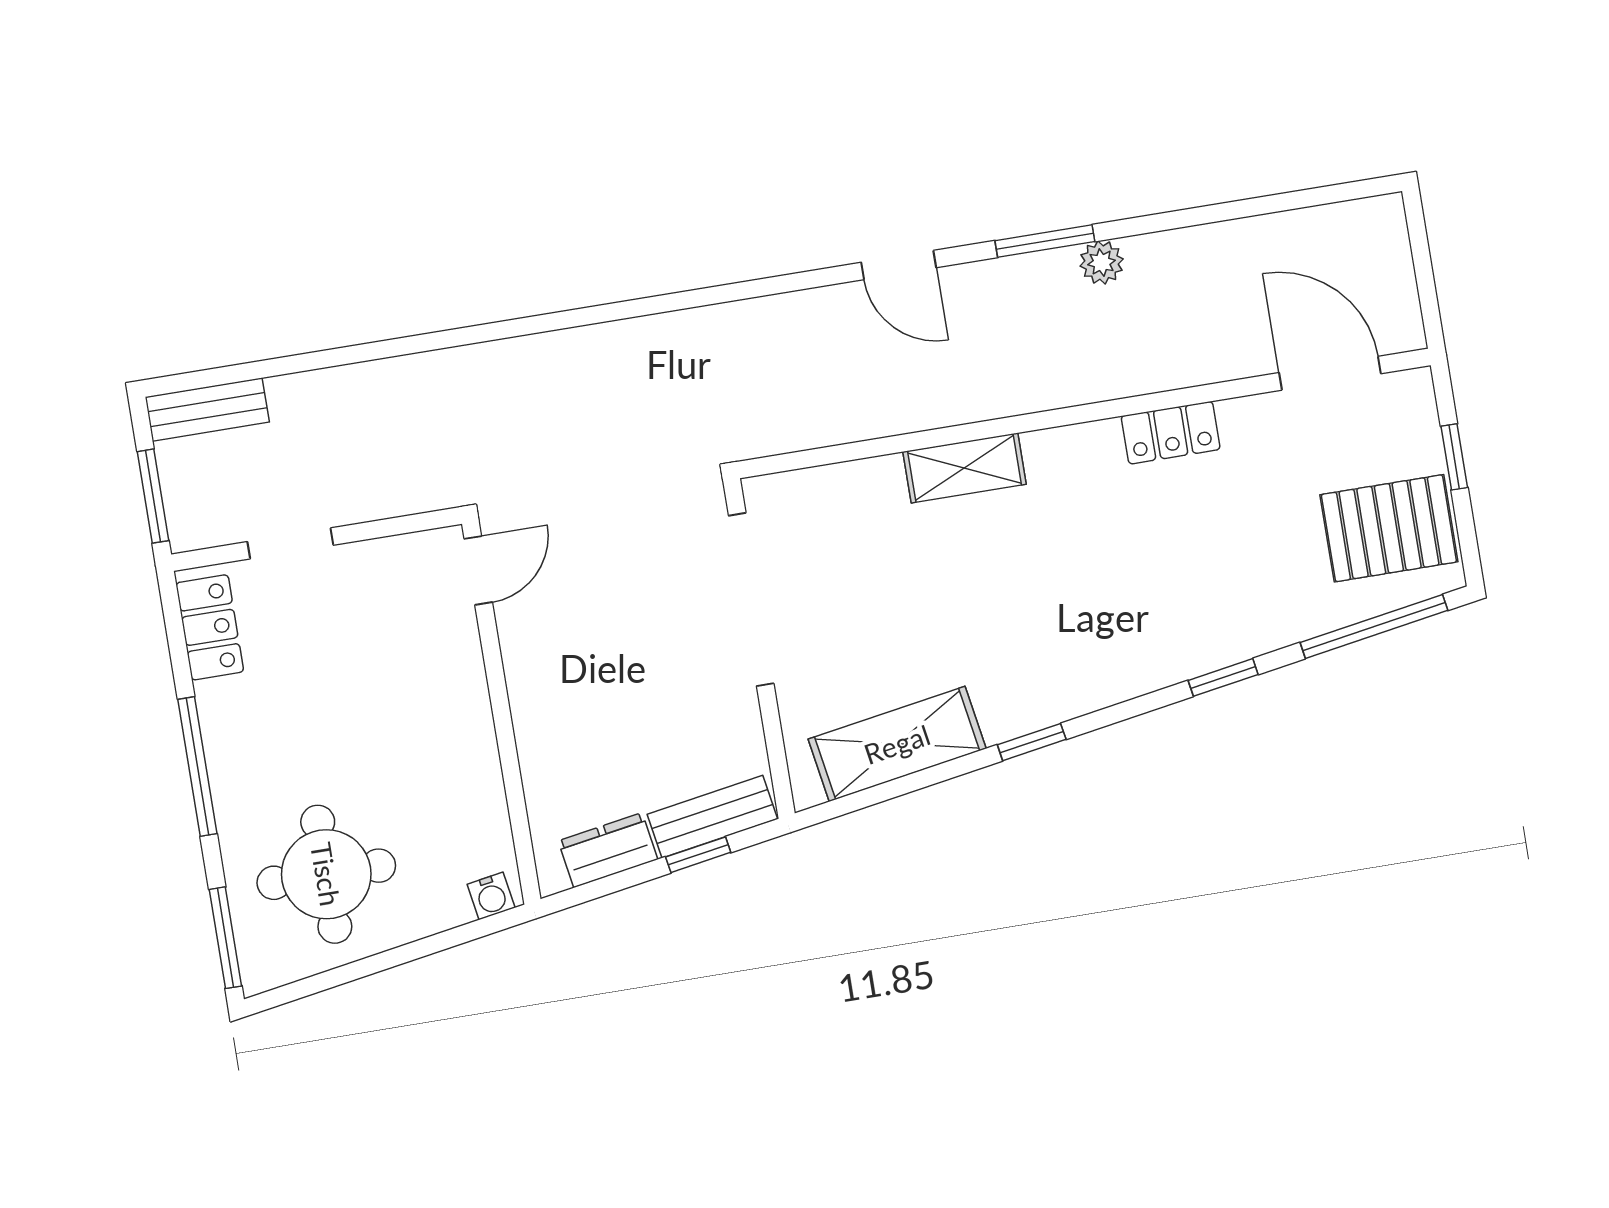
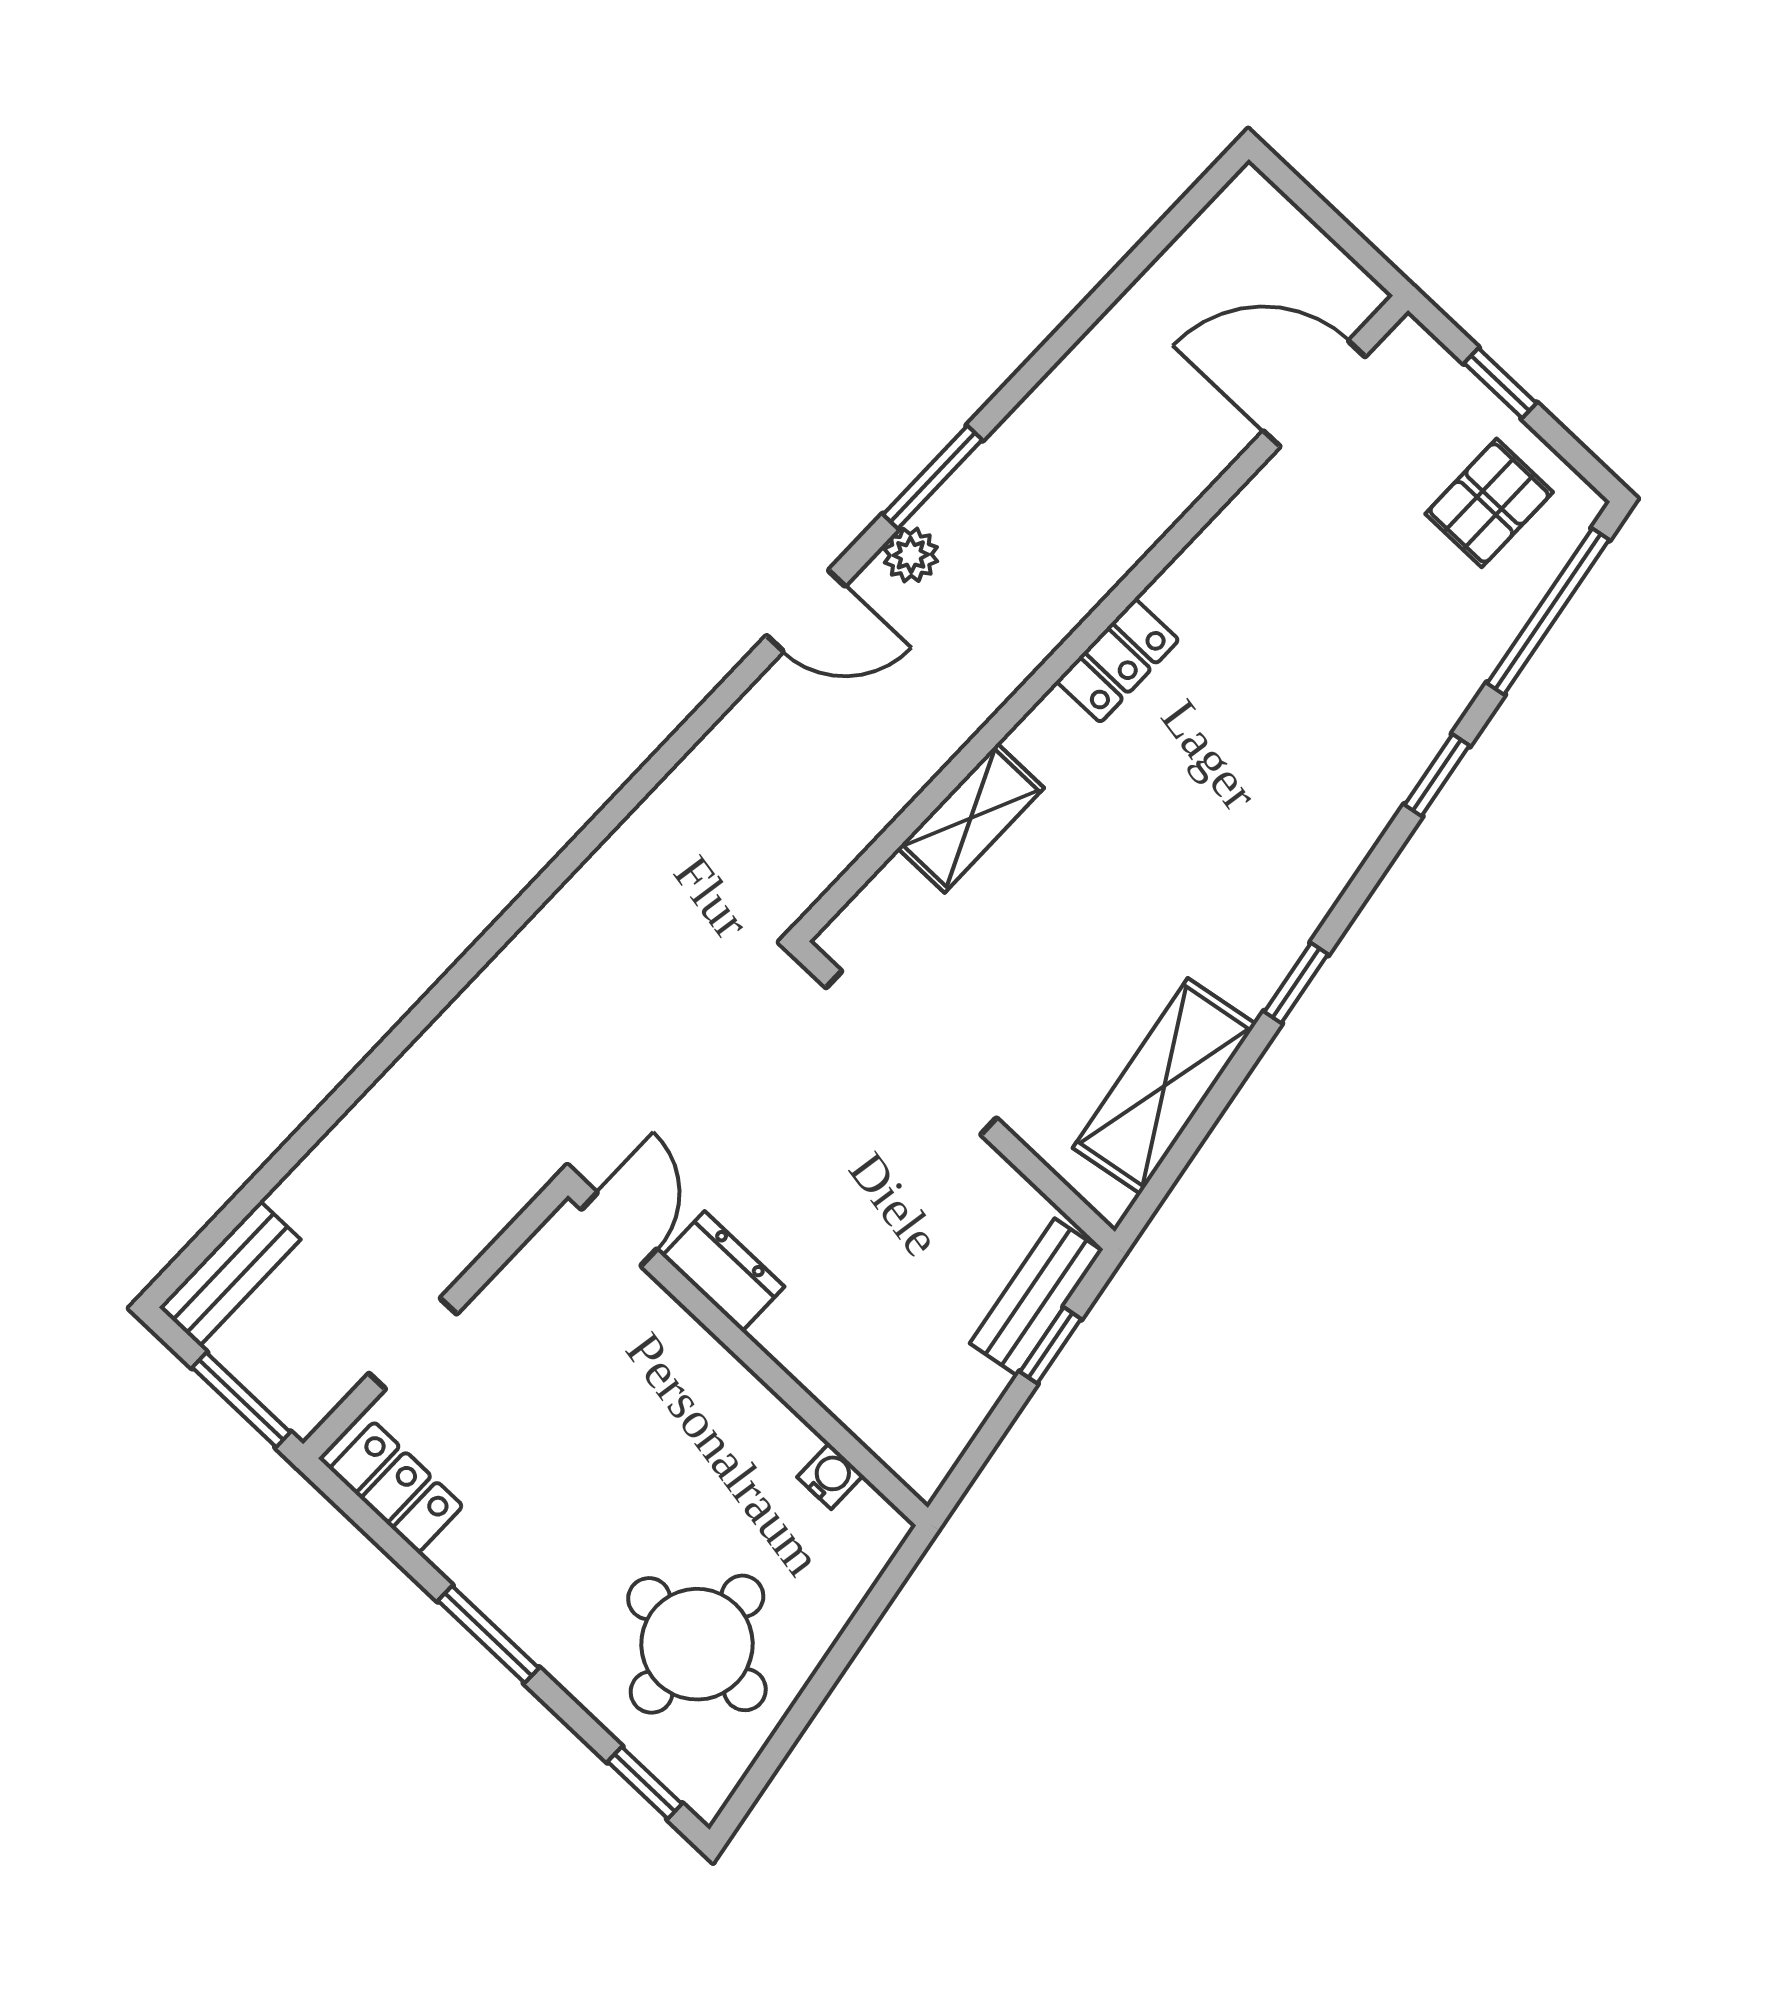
plant: (1102, 262) -> (911, 555), moved
locker: (1171, 433) -> (1118, 660), moved
shelving: (964, 468) -> (971, 818), moved
pallet: (1389, 528) -> (1489, 503), width x0.67, depth x0.71
window: (197, 766) -> (488, 1634), width x0.69
dresser: (608, 850) -> (723, 1271), moved, turned 99
water cooler: (491, 896) -> (830, 1476), moved, turned -81
window: (225, 938) -> (645, 1783), width x0.67

